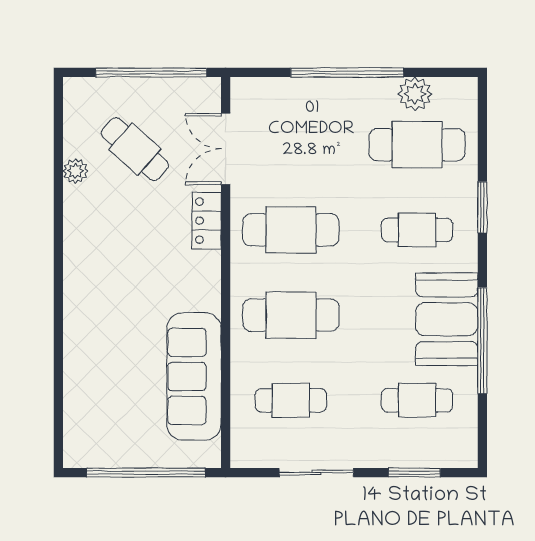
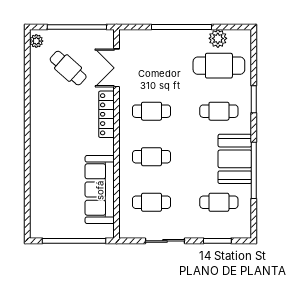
plant: (75, 171) -> (36, 41), moved
locker: (207, 221) -> (106, 114), width x1.53
cafe table: (291, 230) -> (152, 111), width x0.73, depth x0.74
cafe table: (291, 315) -> (152, 157), width x0.73, depth x0.74

